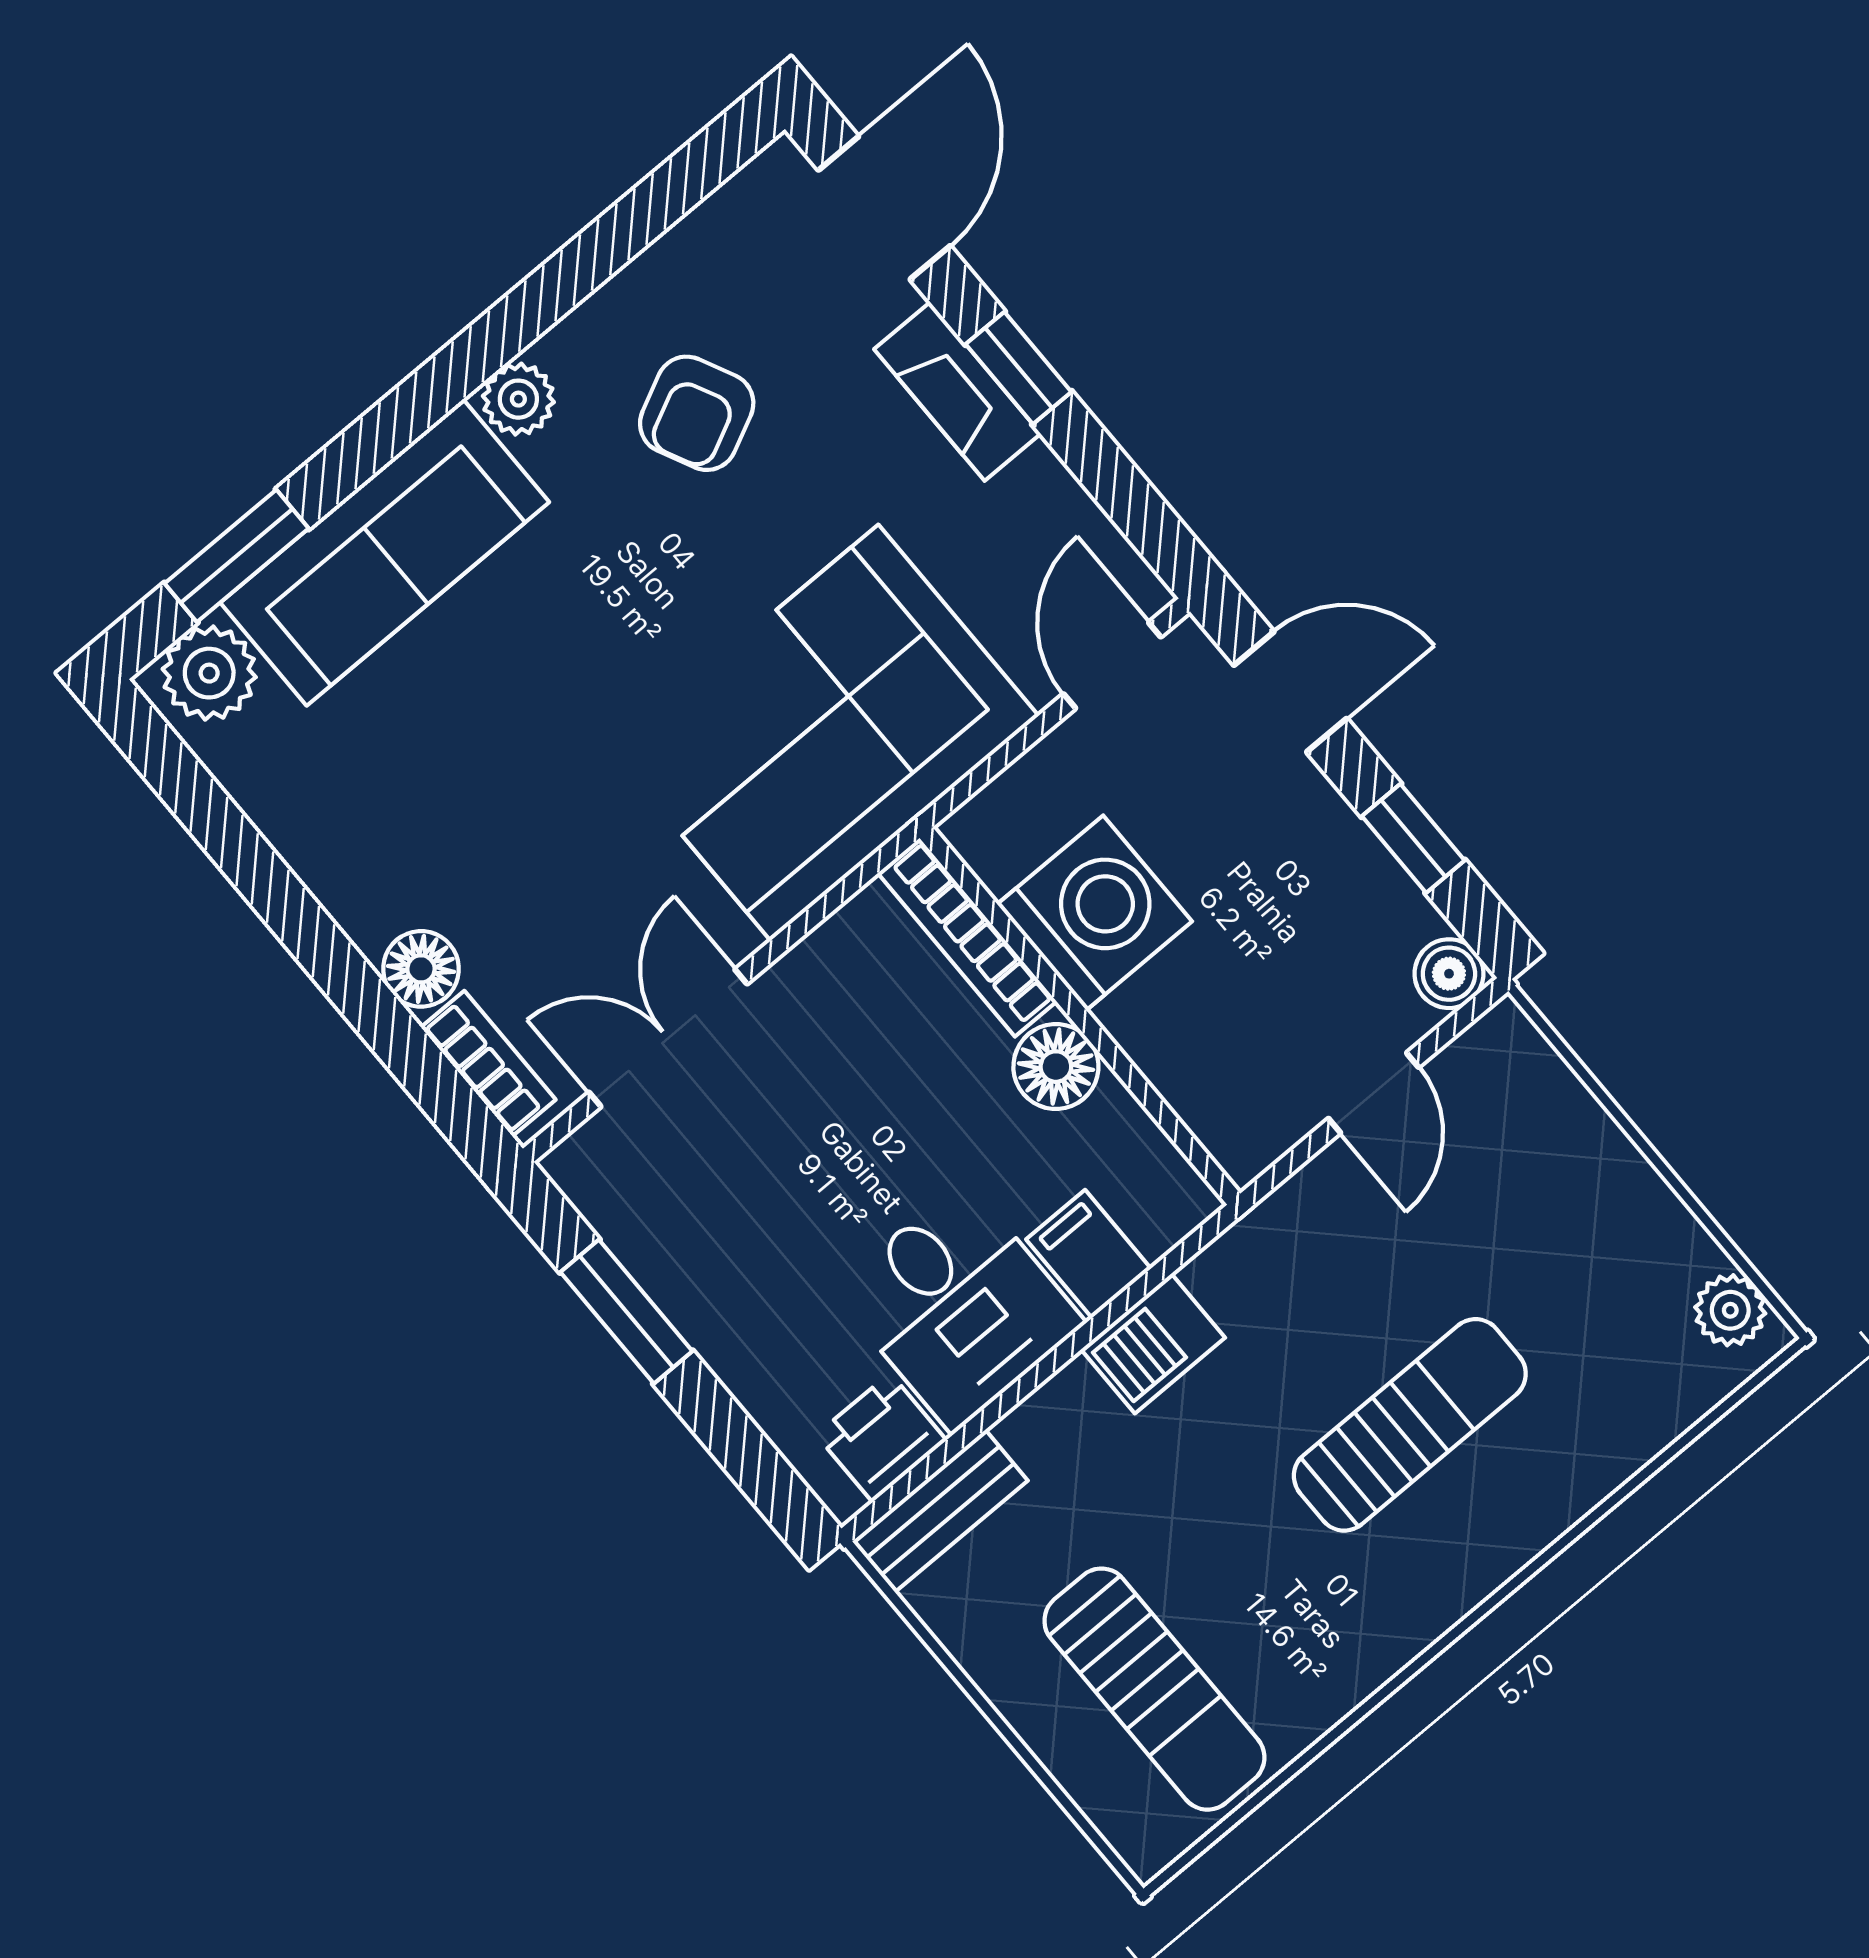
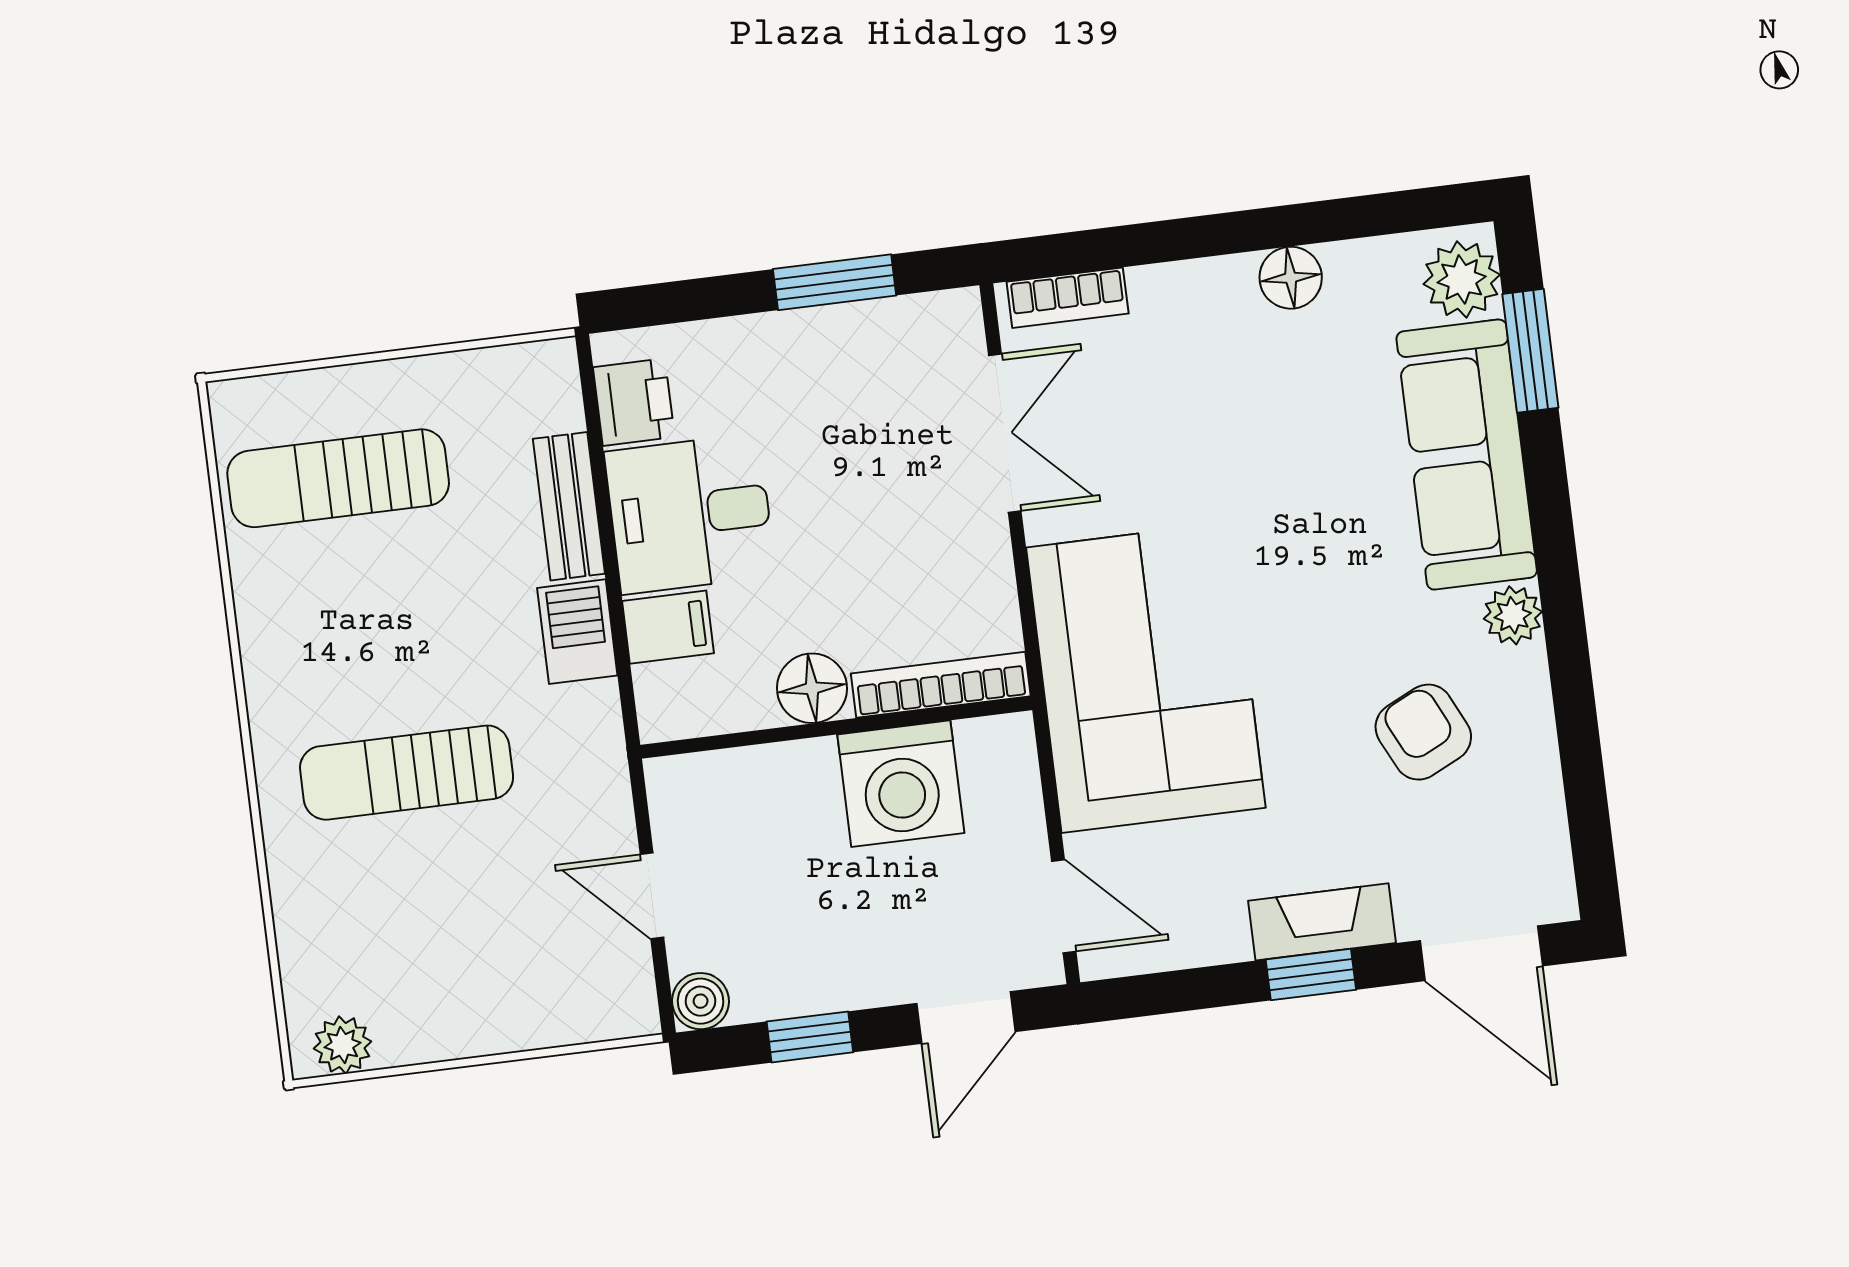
floor lamp: (421, 969) -> (1291, 278), moved
sun lounger: (1410, 1425) -> (407, 773), turned 90
bench: (940, 1511) -> (569, 506), moved

